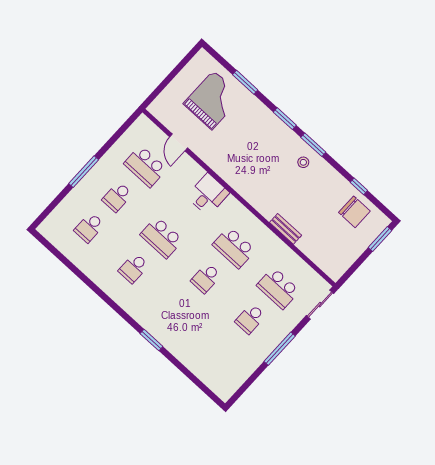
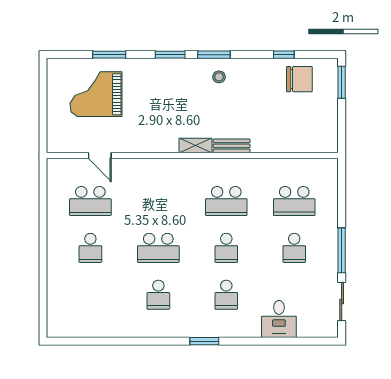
grand piano: (213, 100) -> (96, 94), turned -90
window: (84, 172) -> (43, 252), removed
shelving: (247, 193) -> (195, 146), added
desk: (208, 195) -> (279, 319), moved, turned 180
school desk: (89, 228) -> (226, 295), moved
bench: (286, 229) -> (232, 146), moved
sliding door: (320, 305) -> (342, 301), moved
window: (151, 340) -> (204, 341), moved

